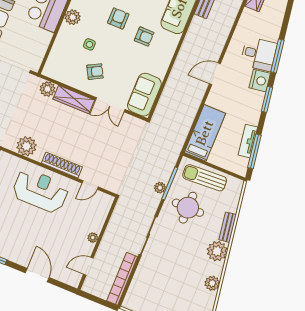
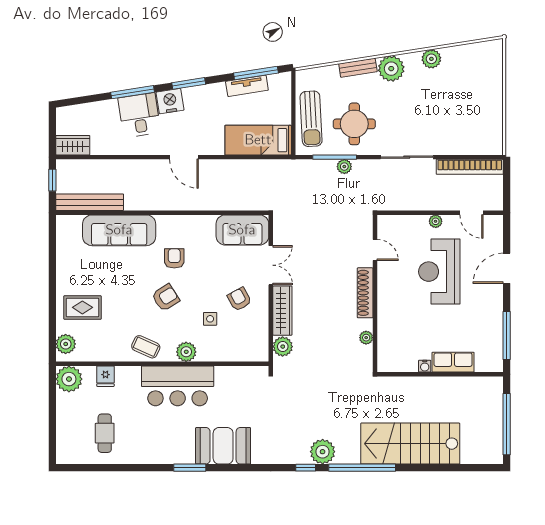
armchair: (118, 18) -> (166, 298), turned 148
plant: (26, 146) -> (366, 338), width x0.53, depth x0.53
reception desk: (40, 191) -> (439, 272), moved

